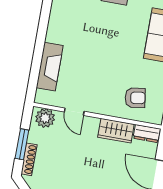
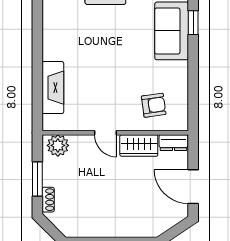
door: (74, 112) -> (106, 133), moved
shoe rack: (29, 159) -> (48, 200), width x0.70

